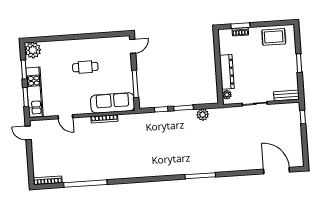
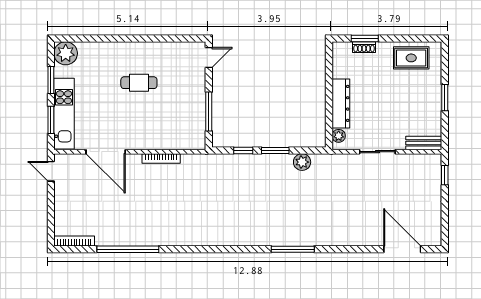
sofa: (113, 103) -> (174, 137), removed
door: (65, 117) -> (106, 152), width x1.88

